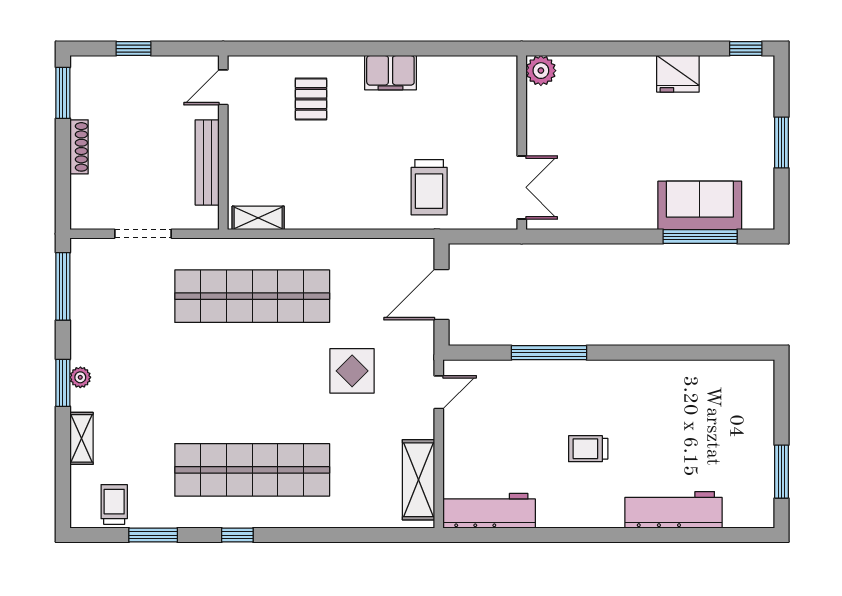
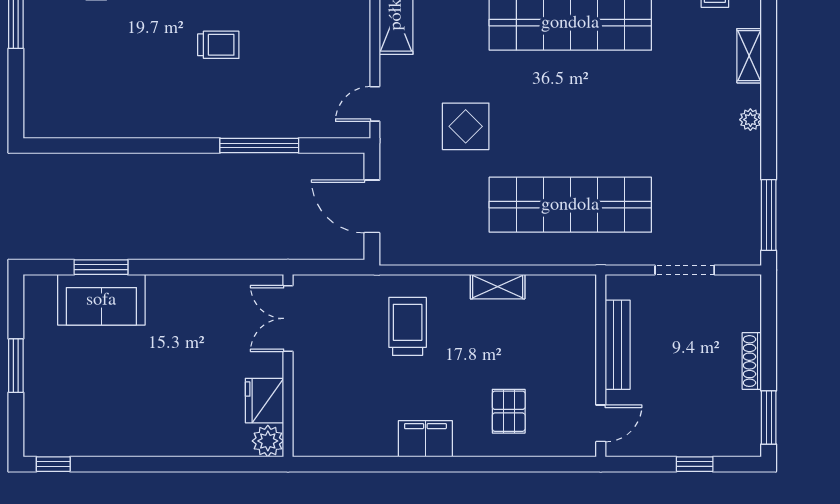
fridge: (678, 74) -> (264, 401), moved, turned -90
trolley: (429, 187) -> (408, 326), moved
shelving: (258, 218) -> (498, 287), moved
window: (700, 237) -> (101, 267), width x0.69
door: (442, 294) -> (372, 206), swing flipped
window: (63, 383) -> (769, 114), removed

